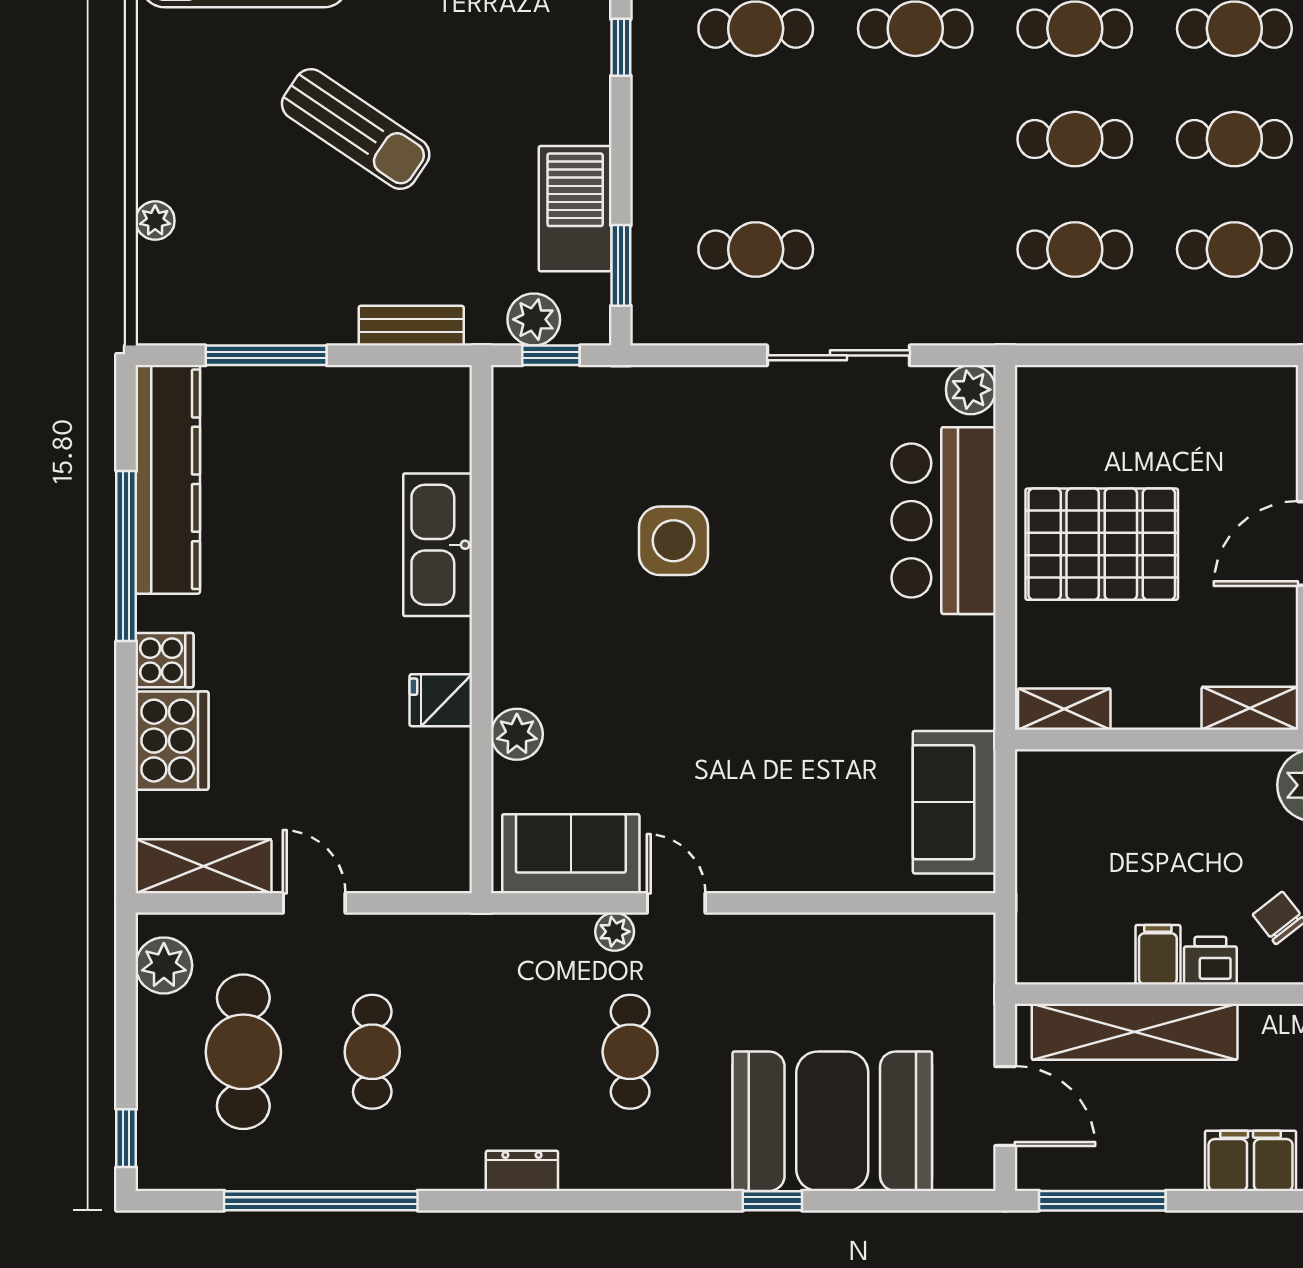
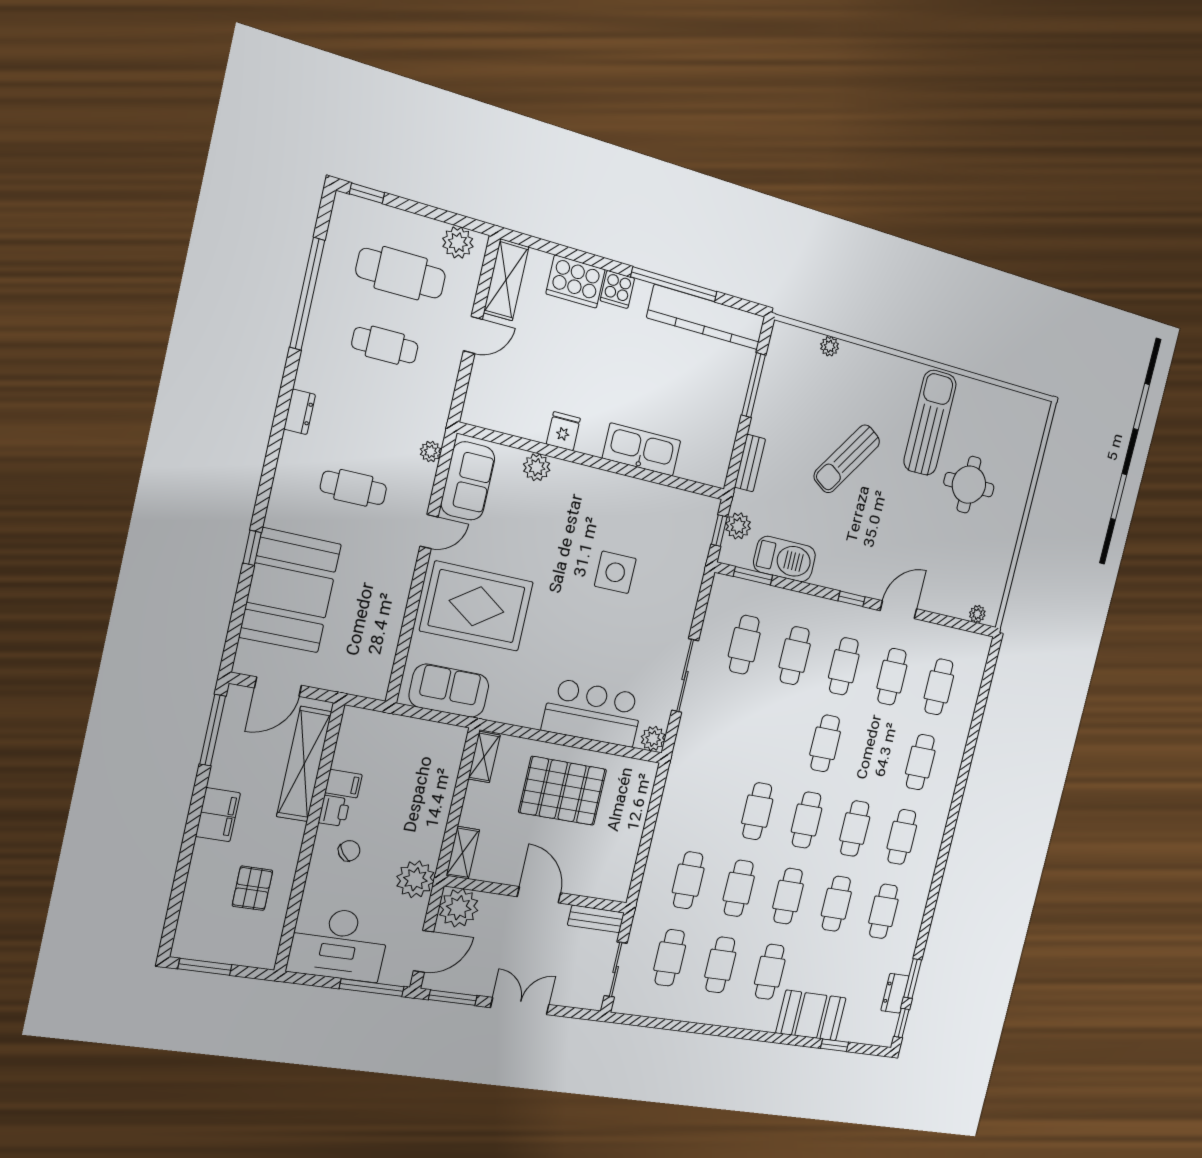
cafe table: (1075, 249) -> (795, 656), moved
pallet: (1102, 544) -> (563, 791), turned 90
rug: (791, 786) -> (477, 606), added
plant: (615, 932) -> (431, 452), moved

